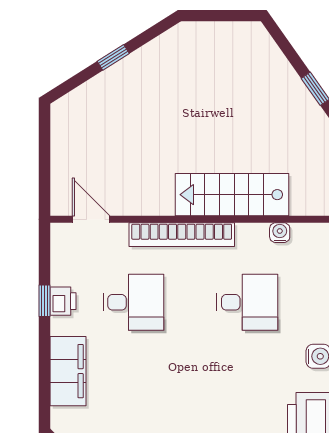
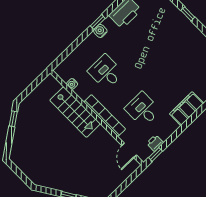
window: (44, 301) -> (156, 154), moved
printer: (63, 301) -> (155, 143), moved

